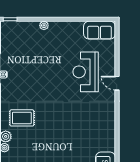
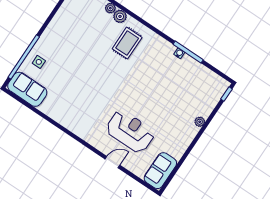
door: (117, 83) -> (112, 162), moved

